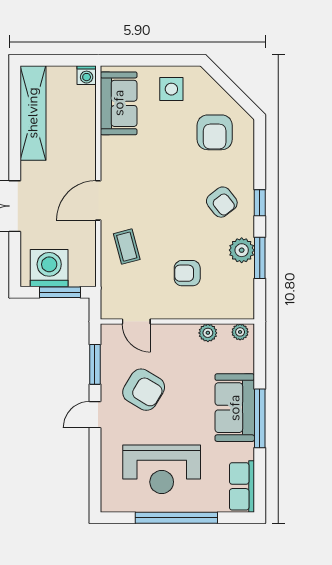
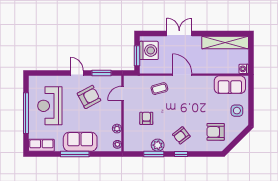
armchair: (144, 390) -> (89, 97), turned -149

